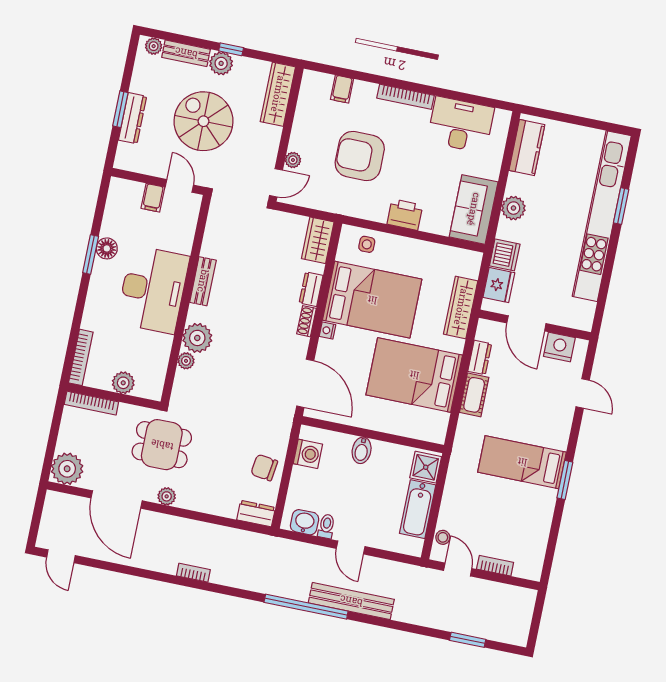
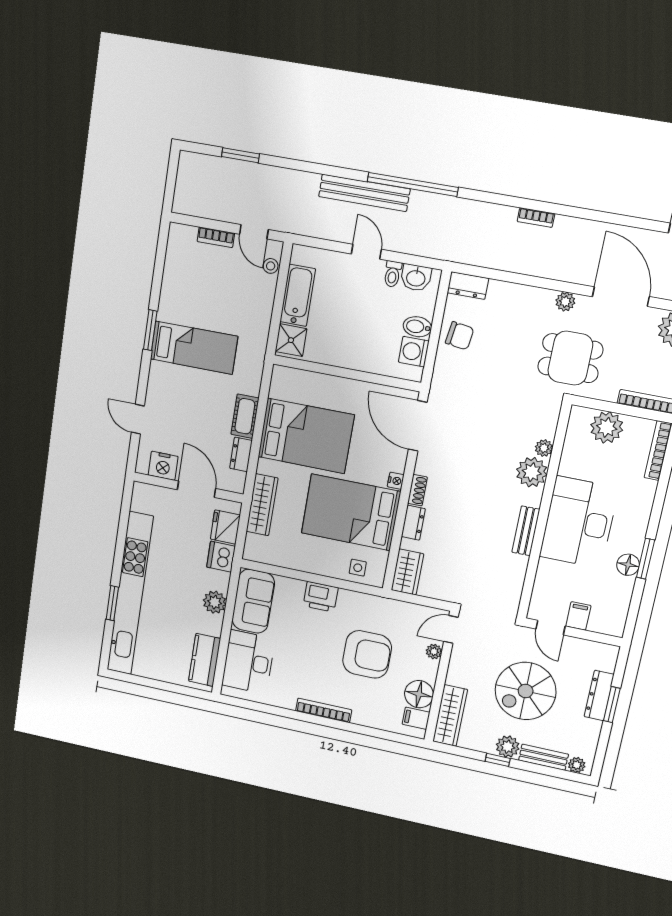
filing cabinet: (342, 89) -> (416, 718), moved, turned -90
floor lamp: (309, 116) -> (419, 694), added
spiral stairs: (203, 121) -> (526, 691), turned 90
desk: (461, 125) -> (248, 662), moved, turned 90
plant: (123, 383) -> (607, 427), width x1.36, depth x1.36
bidet: (362, 450) -> (417, 327), moved, turned -90

